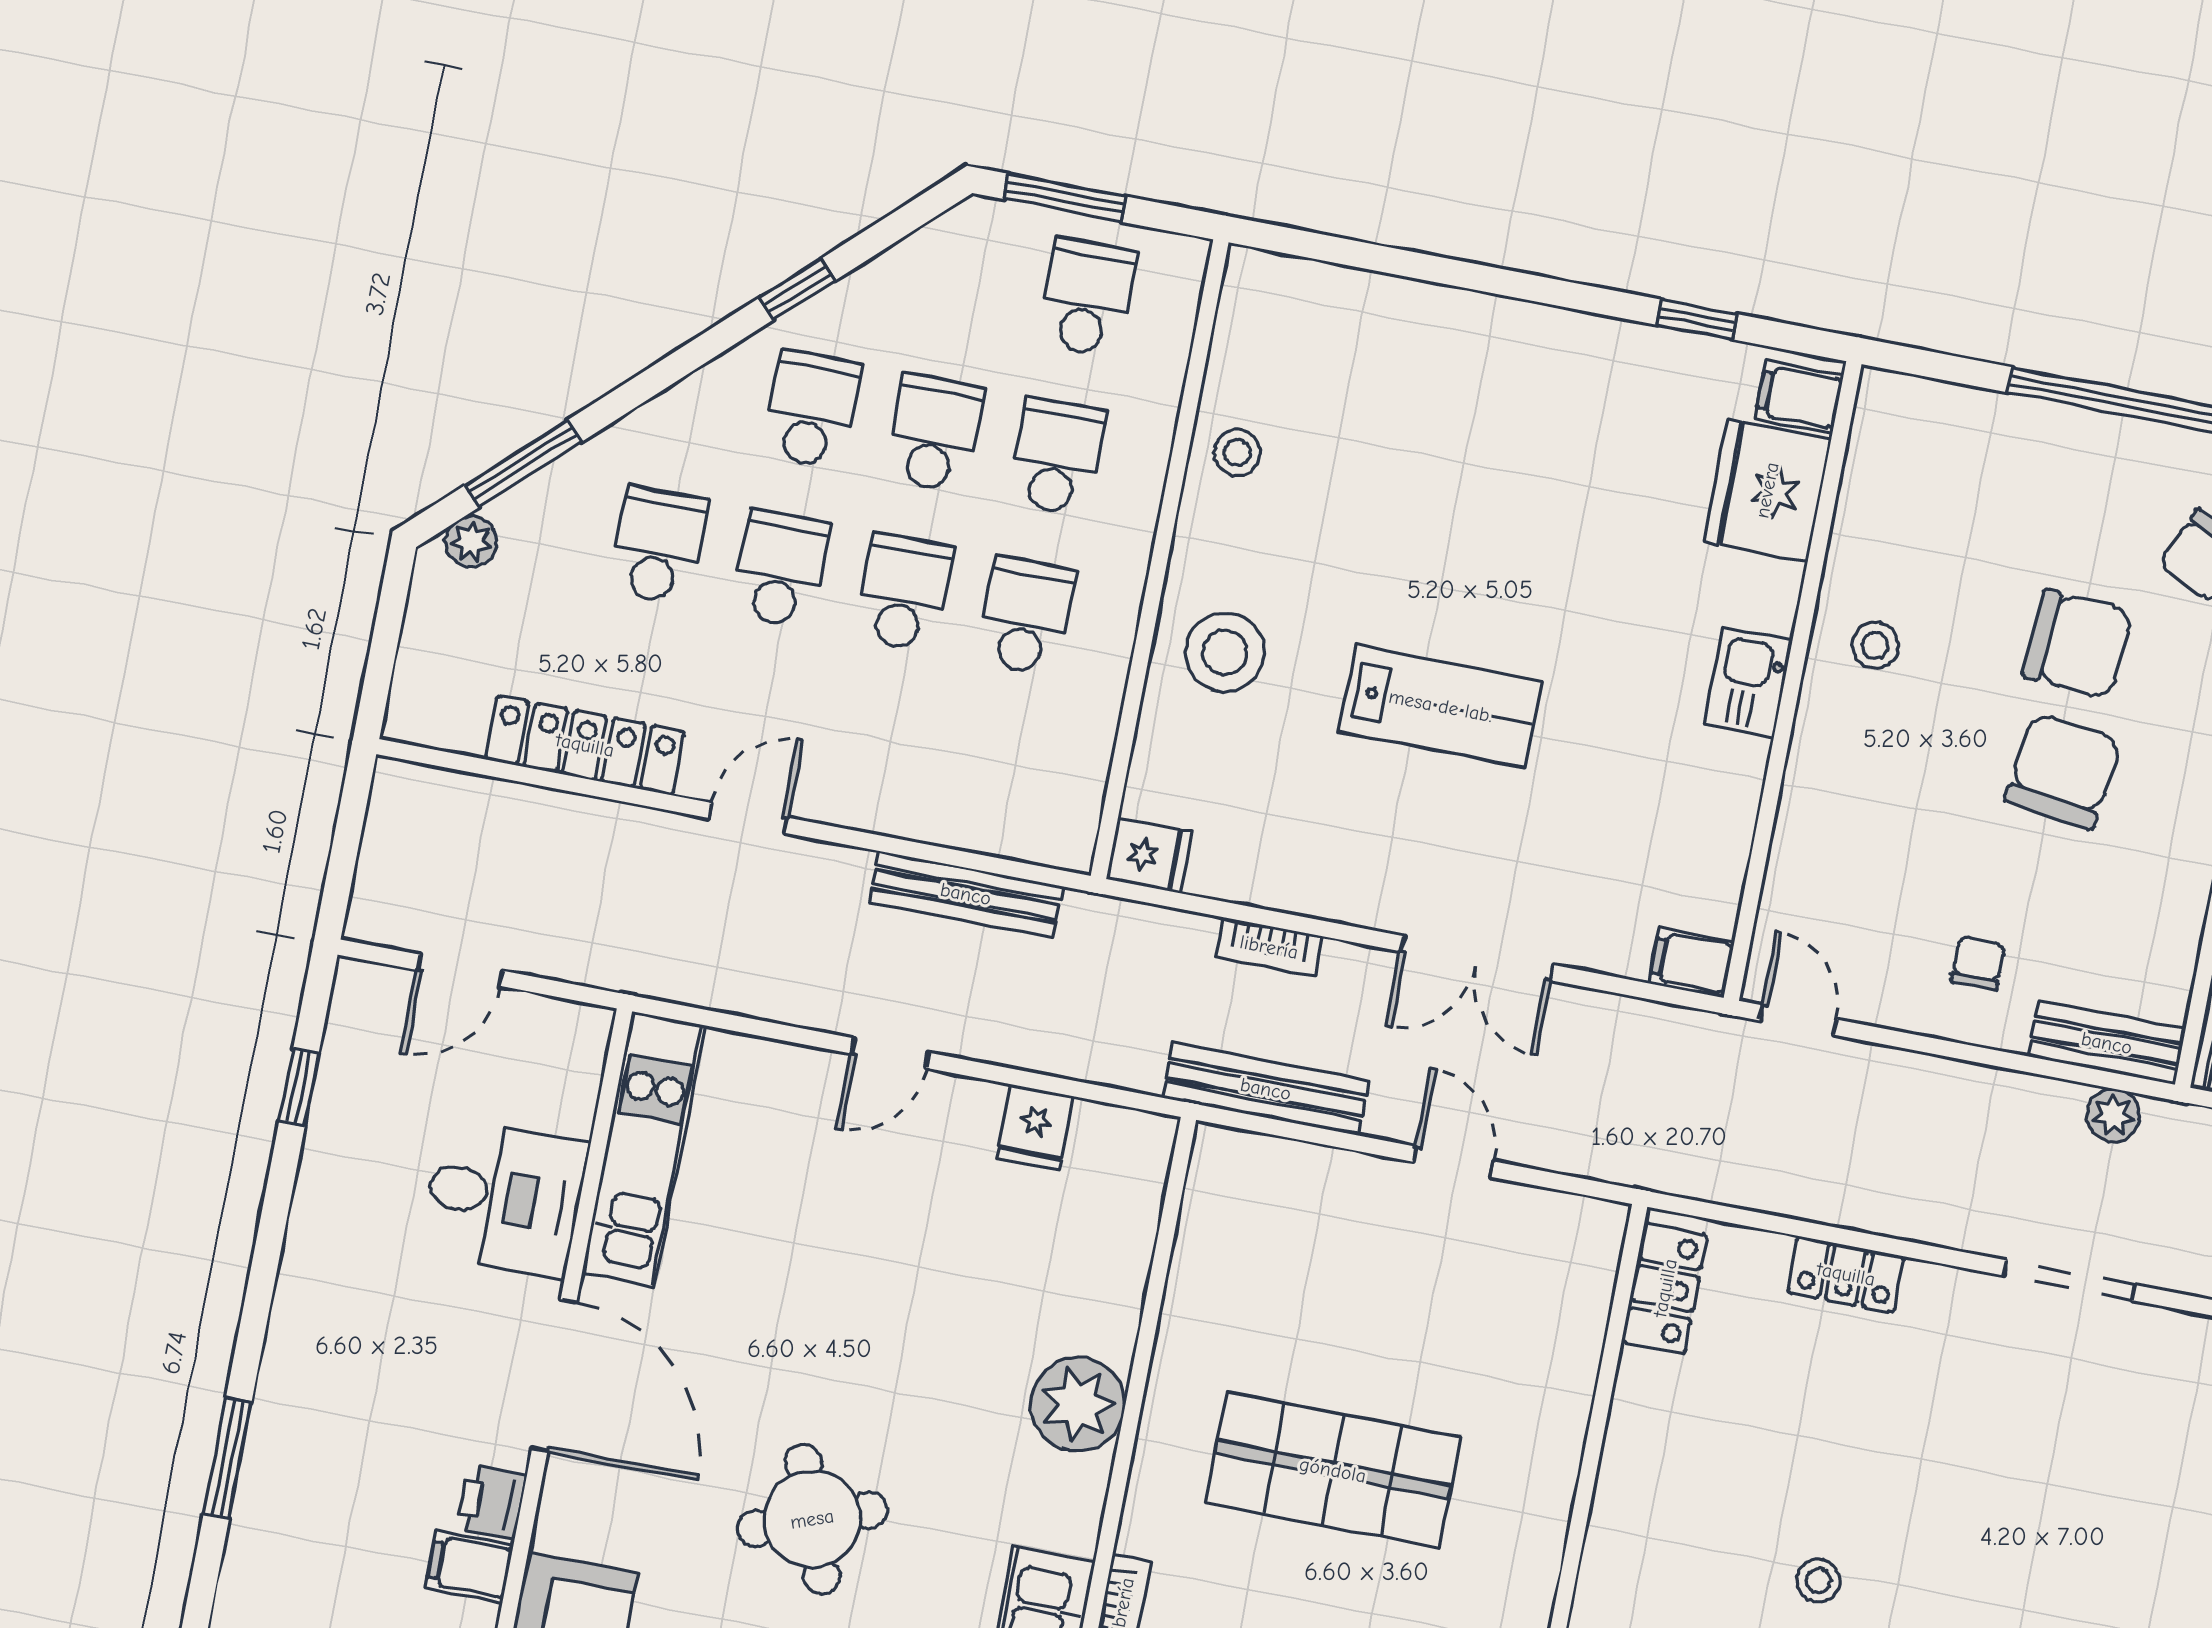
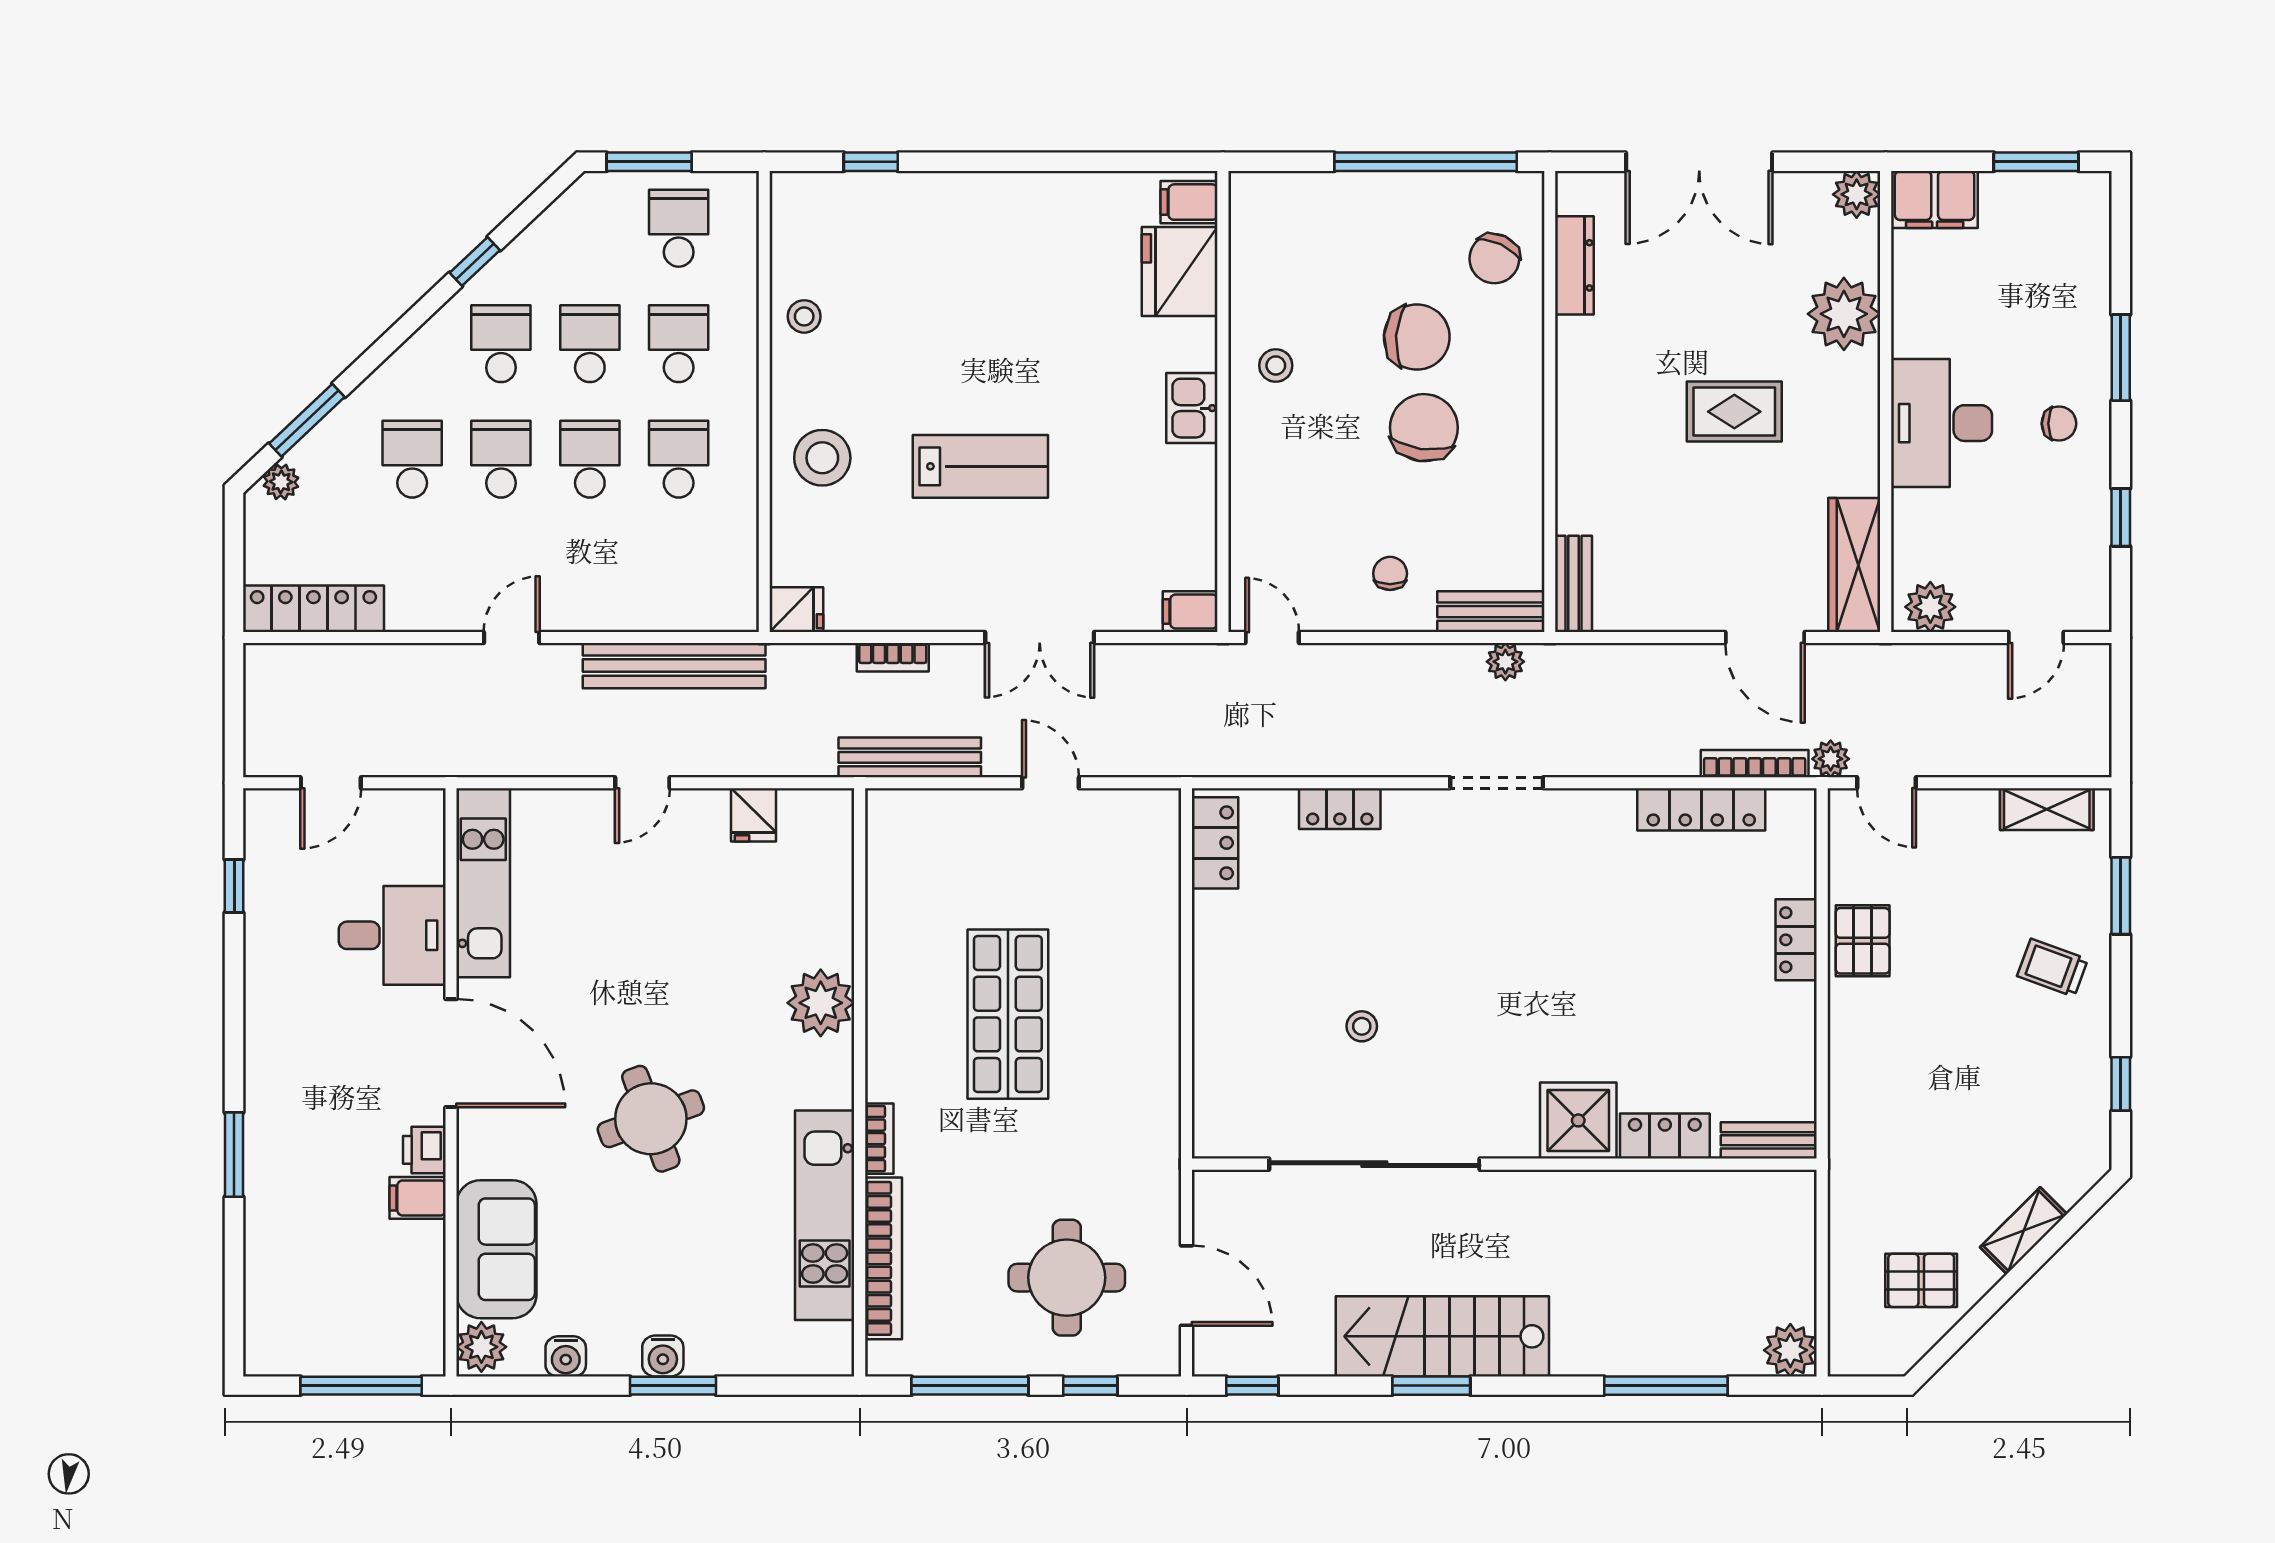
window: (1697, 319) -> (871, 162), moved
locker: (585, 745) -> (313, 609), moved
bench: (966, 894) -> (674, 666), width x1.37, depth x1.21
shop shelf: (1333, 1470) -> (1008, 1014), turned 90

